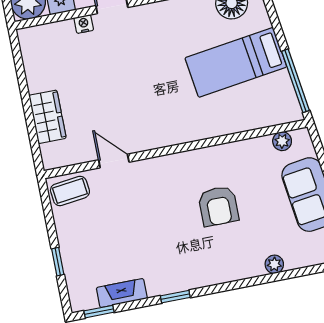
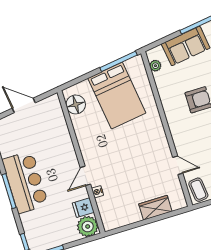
bed: (236, 62) -> (117, 96), width x1.50
door: (114, 161) -> (178, 165), swing flipped

